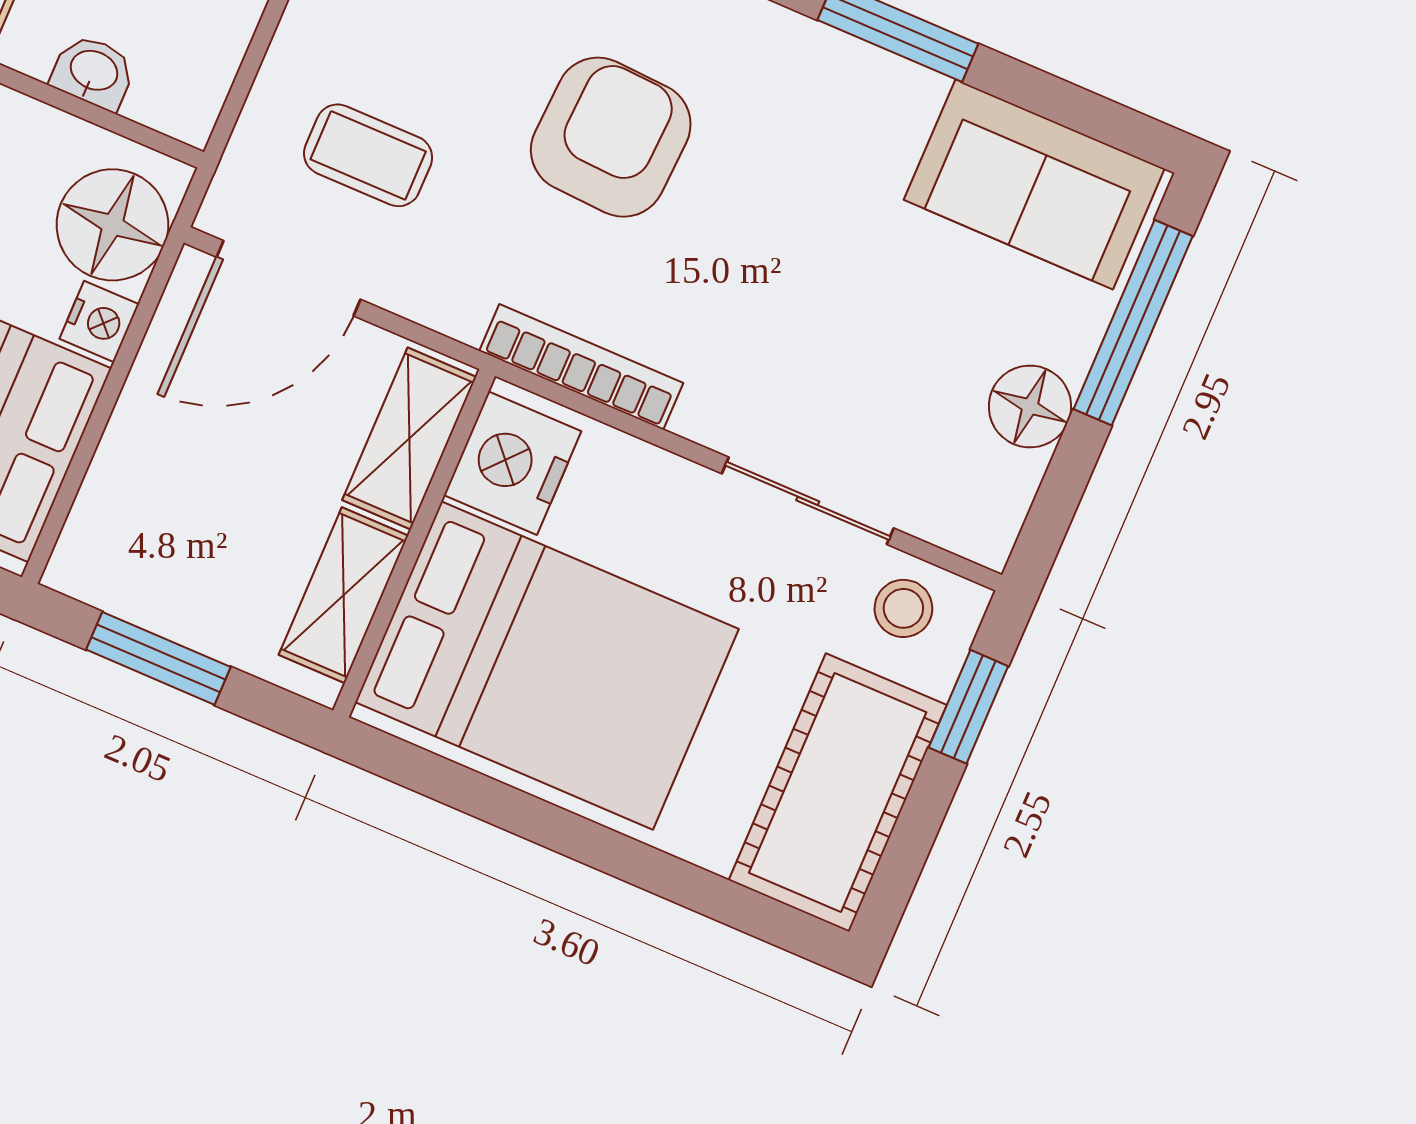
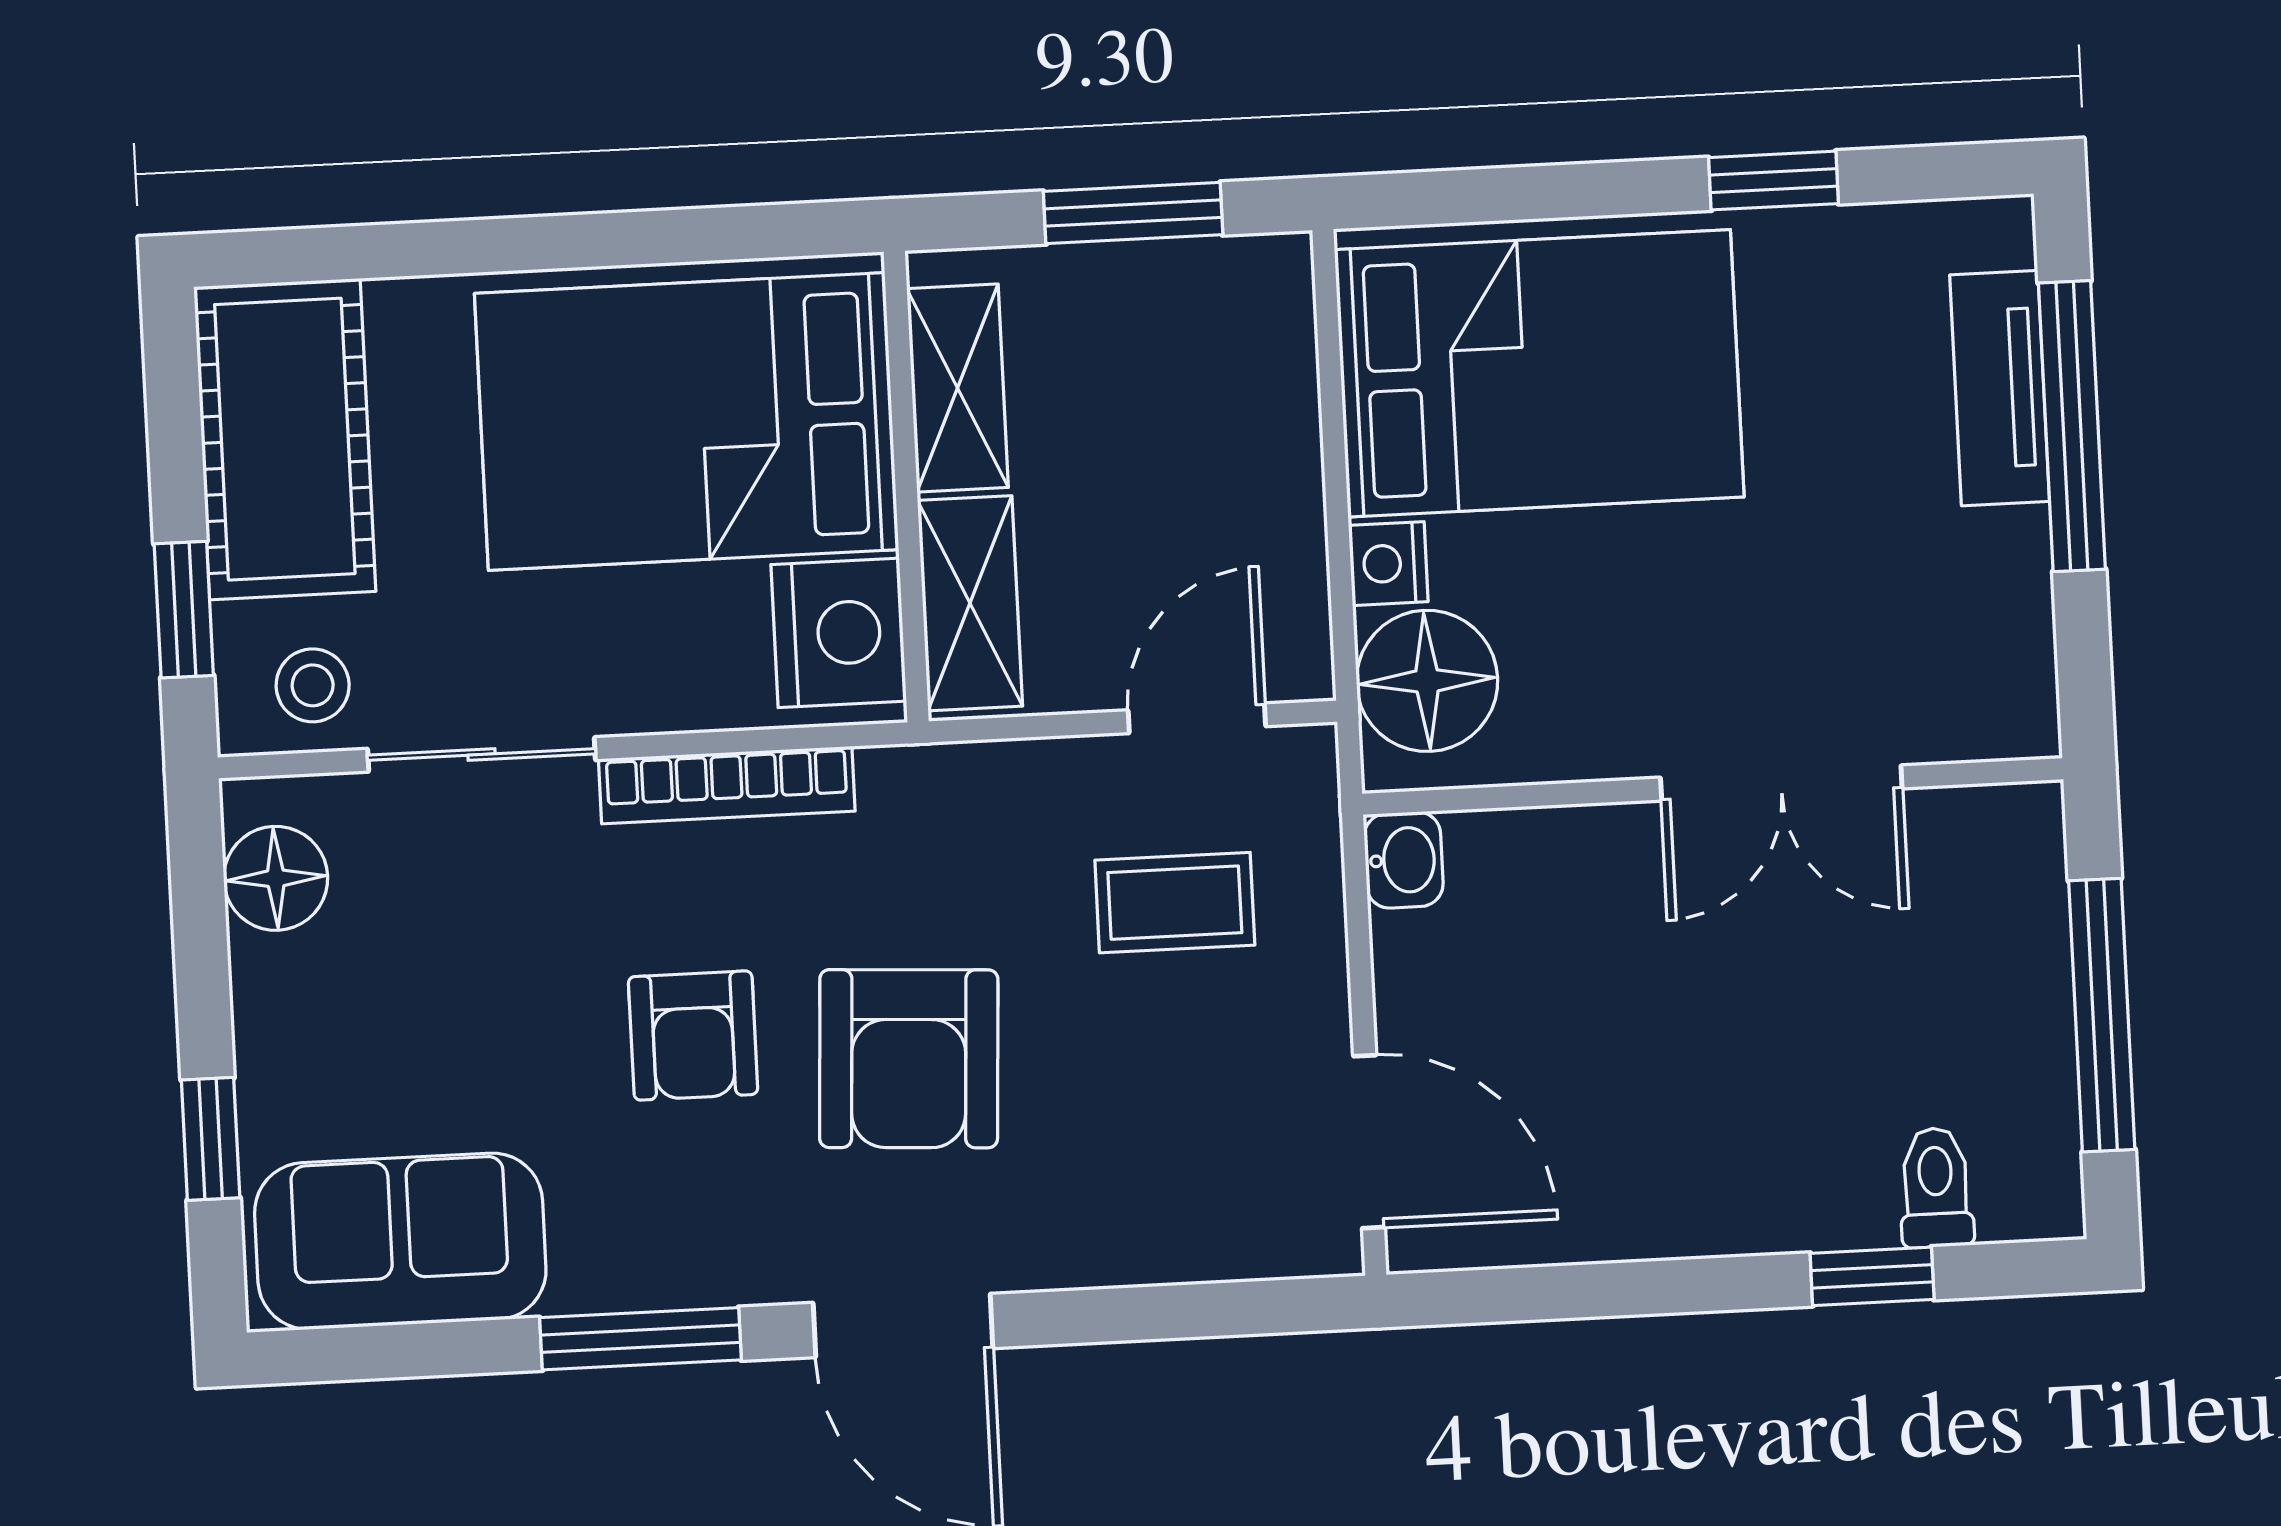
washbasin: (93, 72) -> (1404, 860), moved, turned -90
armchair: (755, 228) -> (693, 1036), added
door: (288, 278) -> (1197, 718), width x0.73
window: (1133, 323) -> (211, 1139), width x0.46
bookcase: (581, 367) -> (727, 785), moved
floor lamp: (1030, 407) -> (276, 878), moved

